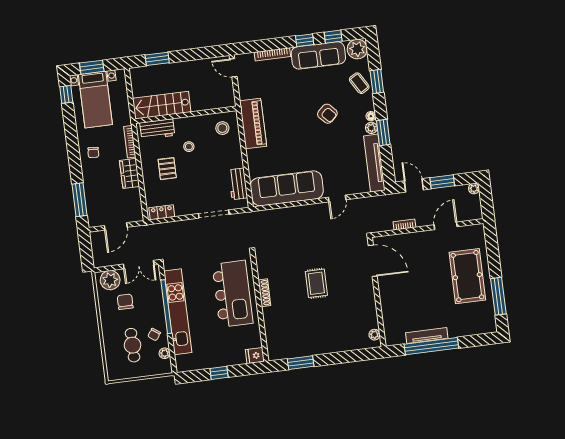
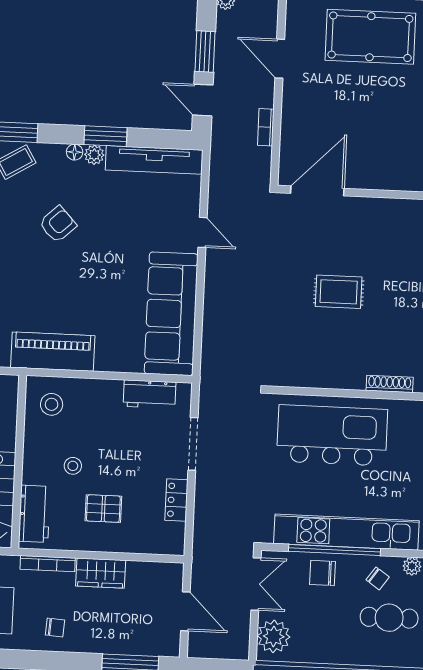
door: (414, 185) -> (203, 100), hinge flipped
locker: (162, 212) -> (176, 500), moved
shoe rack: (264, 293) -> (390, 384), moved
chair: (125, 302) -> (323, 573), moved

